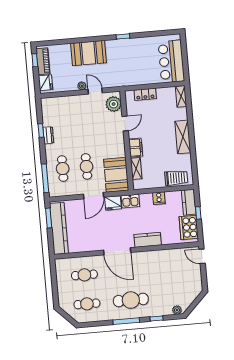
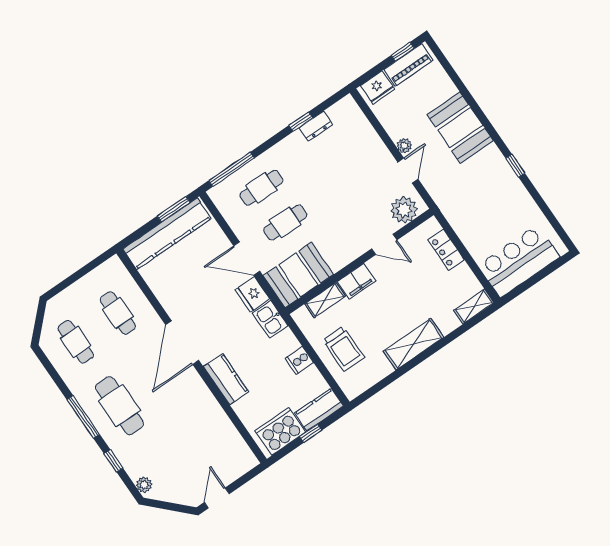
dresser: (48, 135) -> (316, 126), moved
trolley: (176, 178) -> (344, 349), moved
door: (202, 256) -> (217, 498), moved

